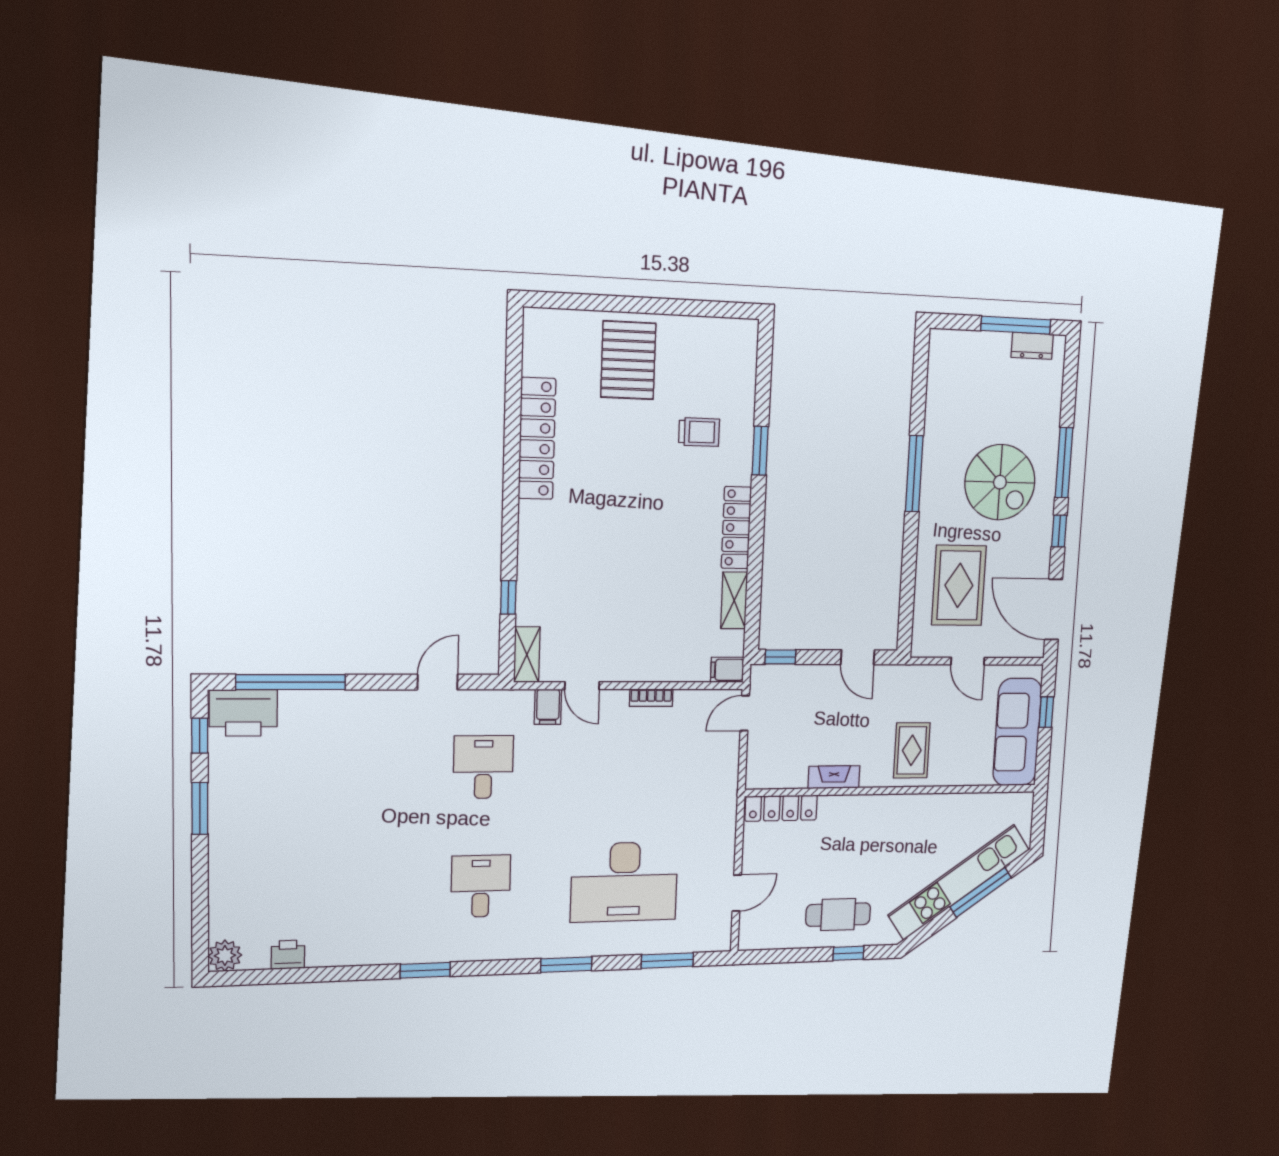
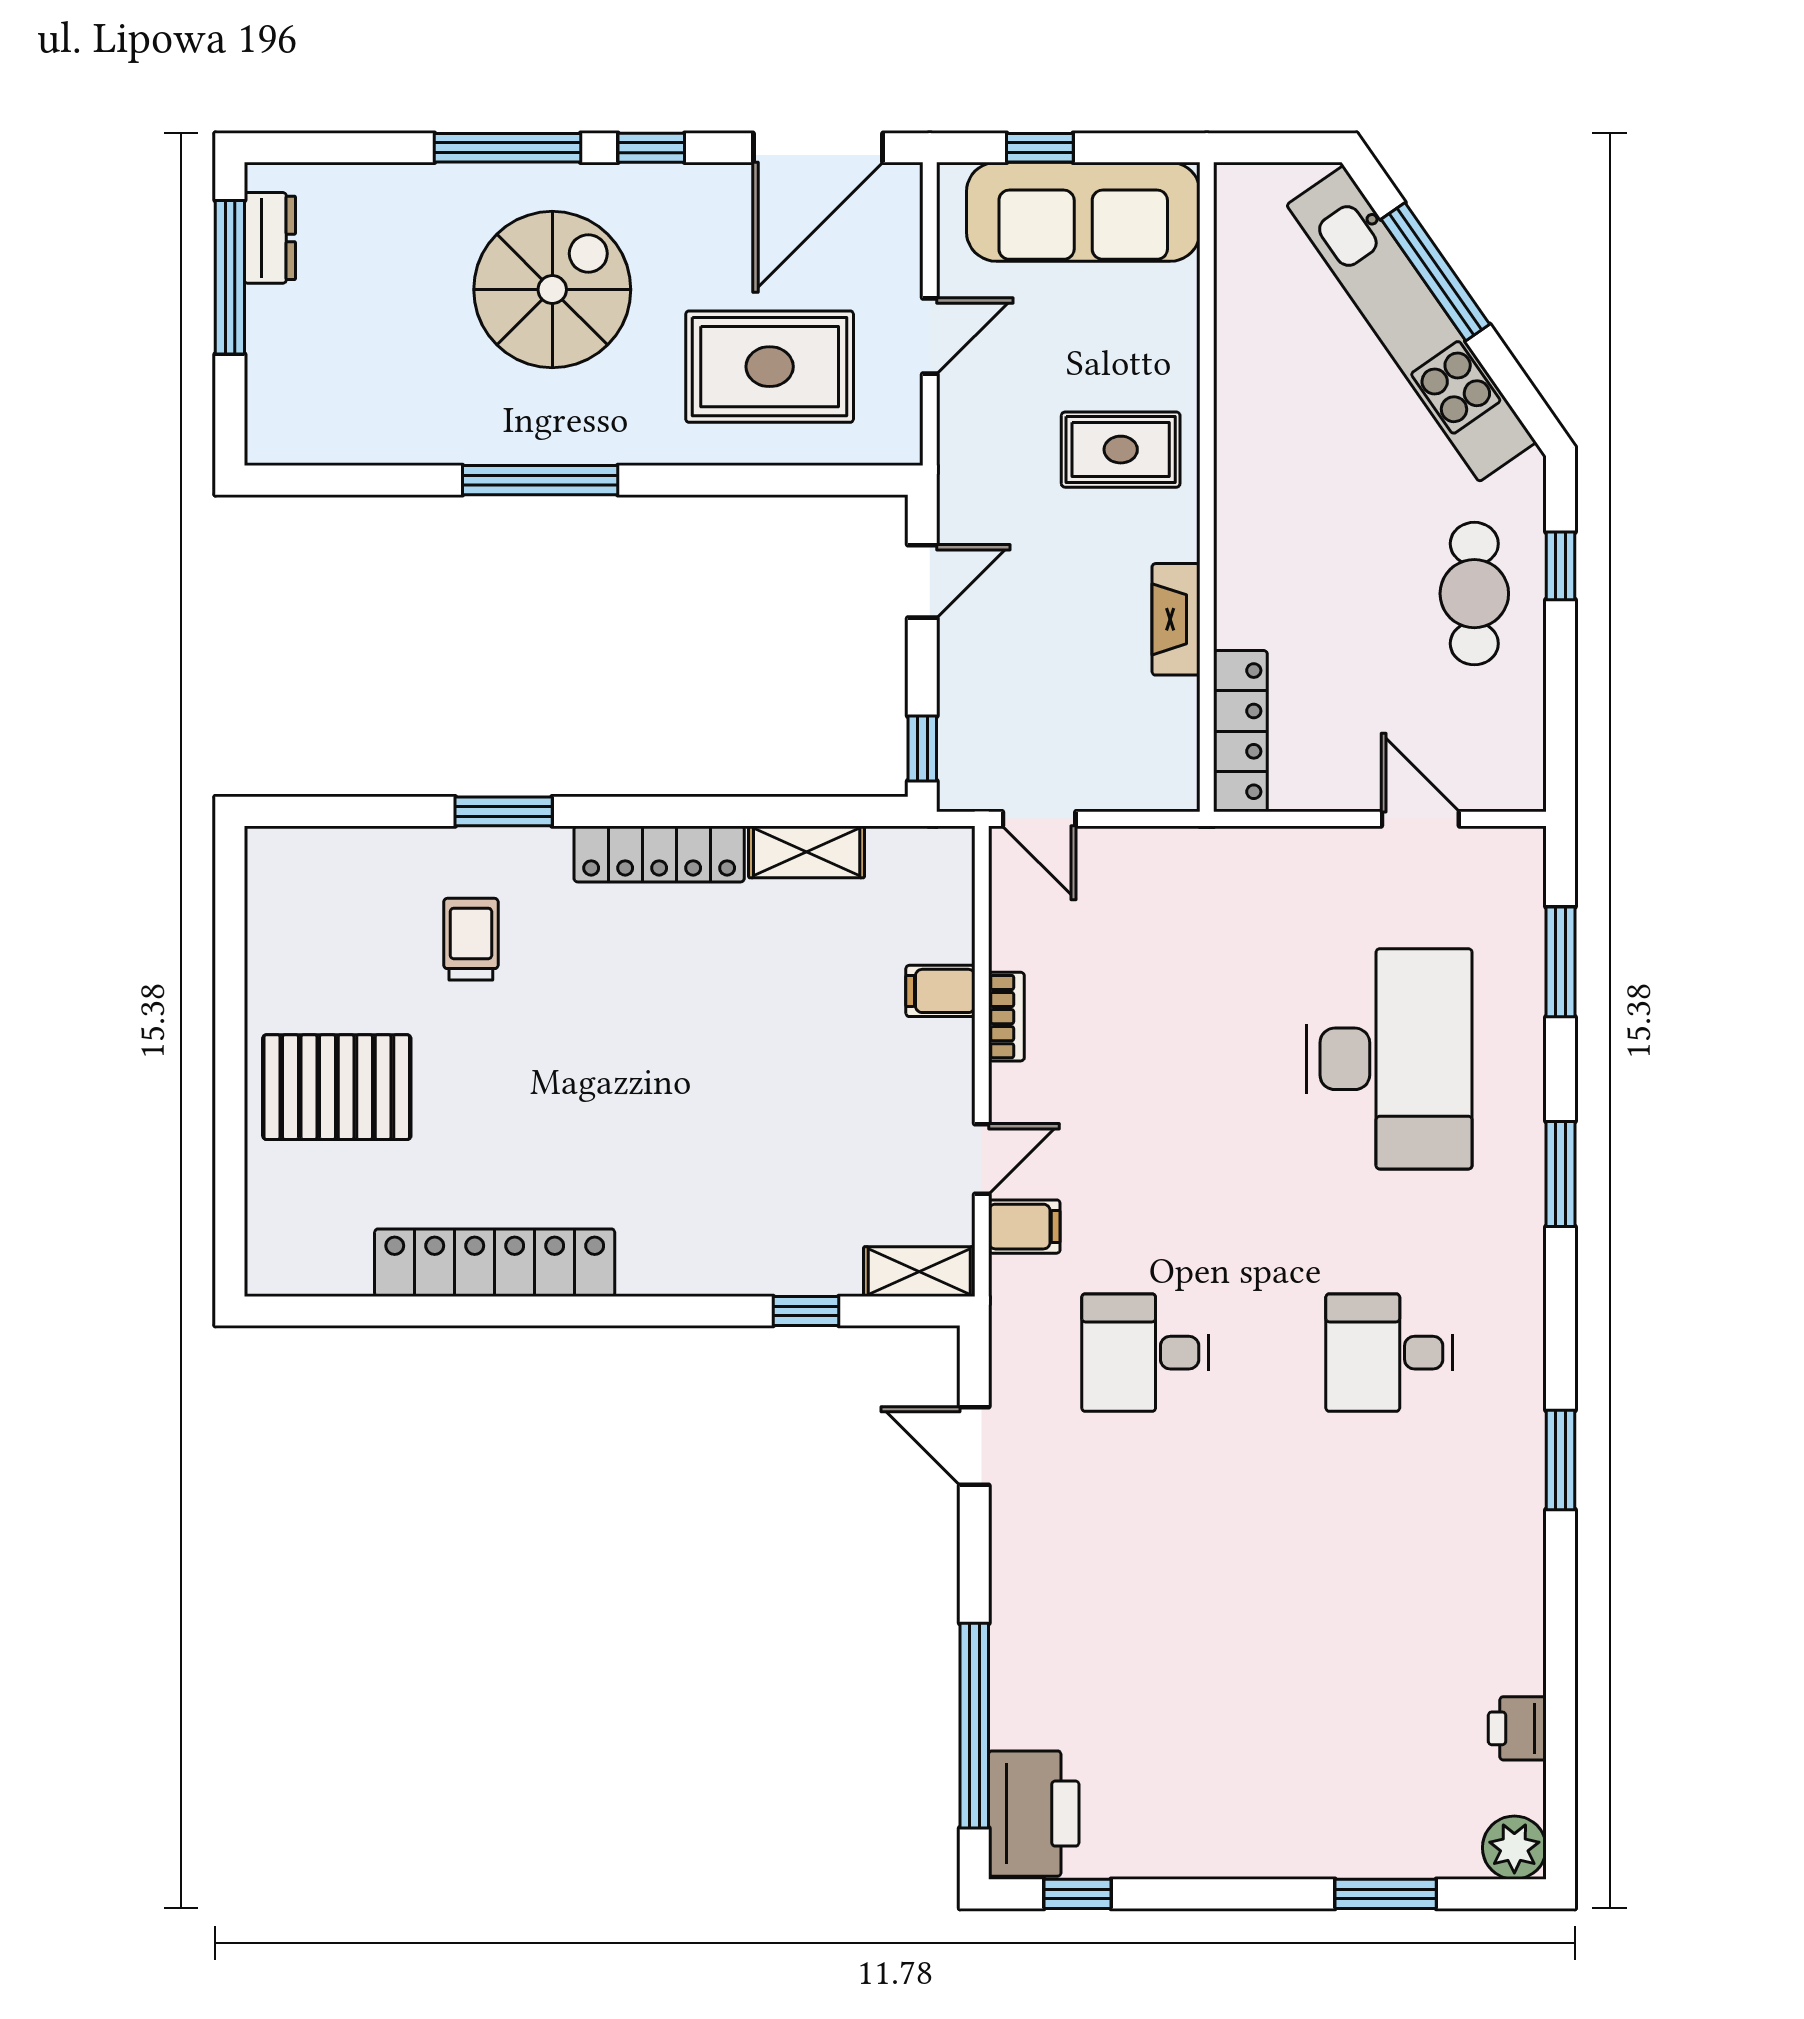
filing cabinet: (727, 670) -> (940, 991), moved, turned 90
window: (200, 808) -> (1386, 1894), moved

